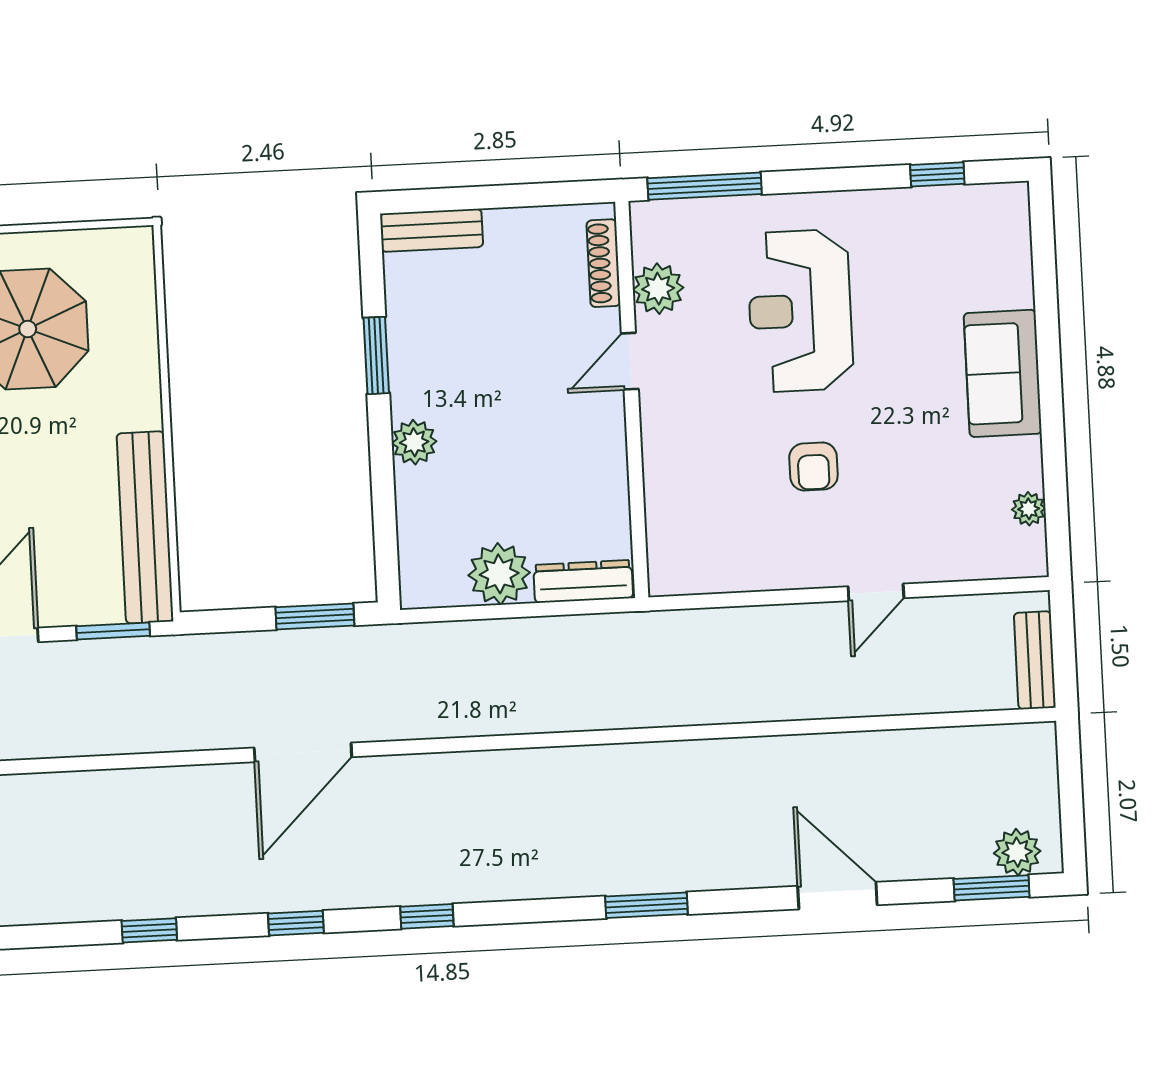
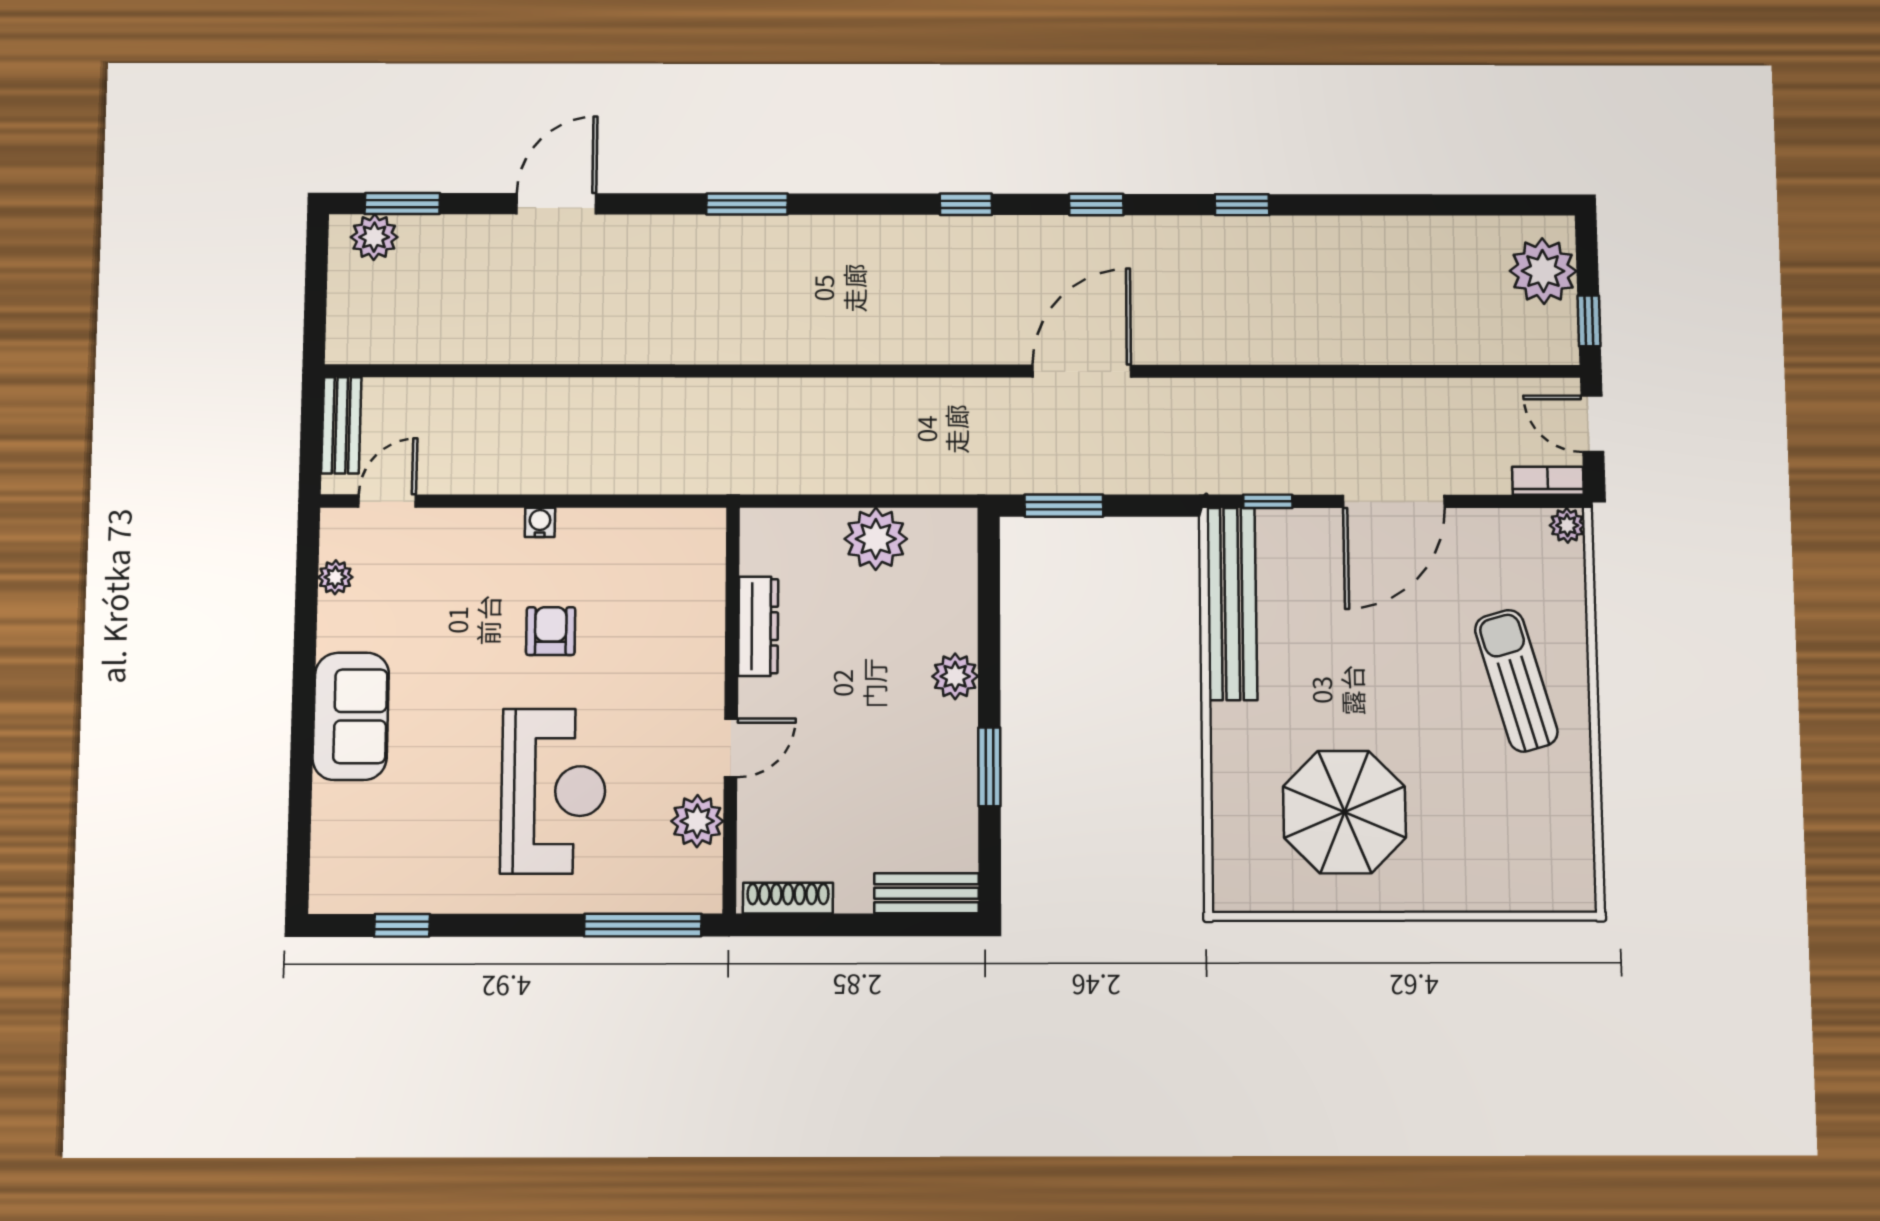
shoe rack: (603, 263) -> (788, 898), moved, turned -90
water cooler: (831, 573) -> (540, 522), added
dresser: (583, 581) -> (758, 626), moved, turned -90
door: (876, 592) -> (387, 501), moved
window: (113, 631) -> (1268, 501), width x0.67
door: (837, 896) -> (556, 204), swing flipped

